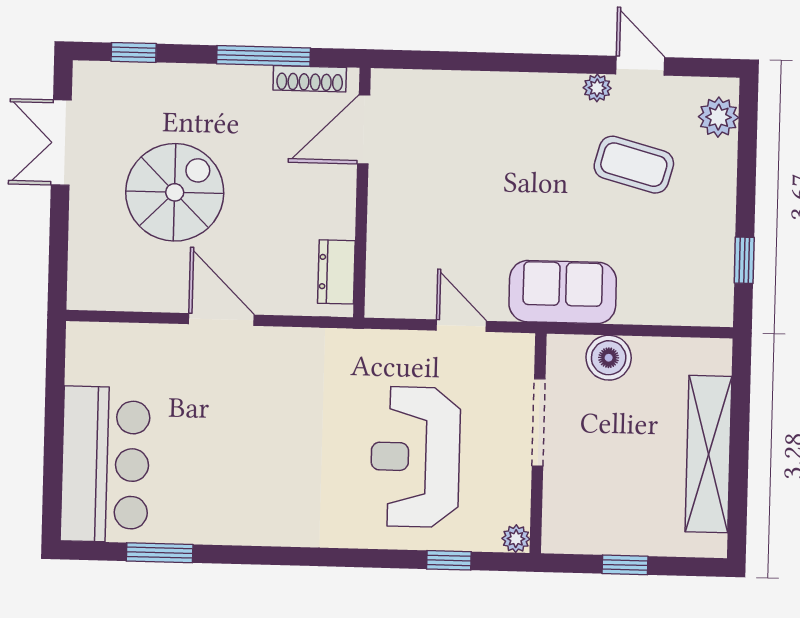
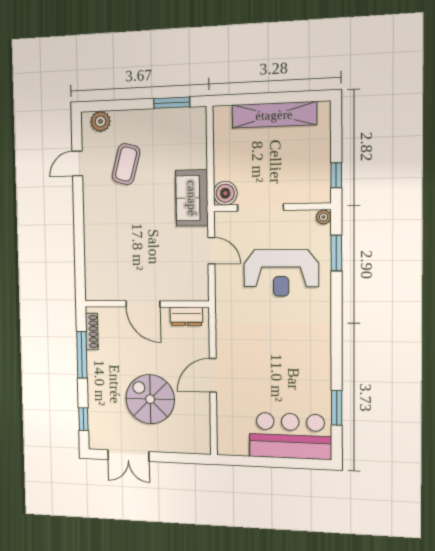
plant: (597, 88) -> (89, 185), removed
door: (364, 129) -> (143, 304), moved
window: (744, 260) -> (172, 103), width x1.50
door: (461, 326) -> (211, 251), swing flipped
boiler: (609, 358) -> (225, 193), moved
window: (449, 560) -> (336, 253), width x1.50
window: (625, 565) -> (336, 175), moved

